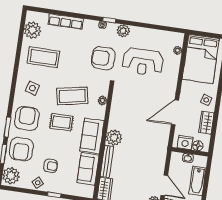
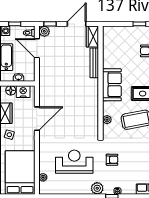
armchair: (103, 58) -> (112, 160), width x0.53, depth x0.53
plant: (114, 138) -> (91, 86), removed
sofa: (88, 169) -> (111, 53), removed

